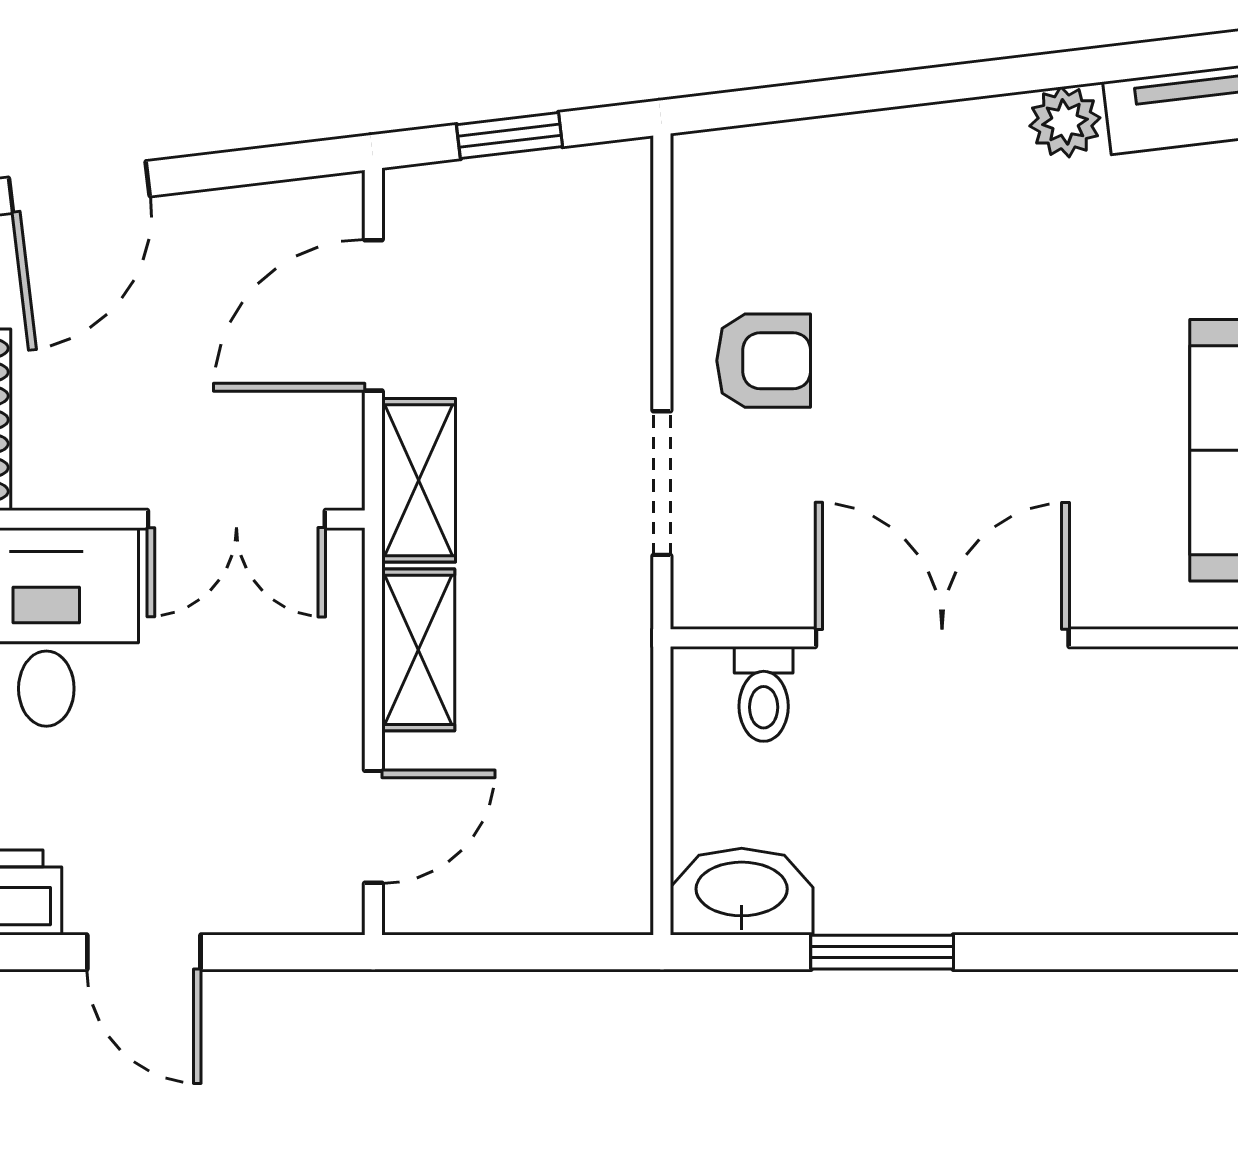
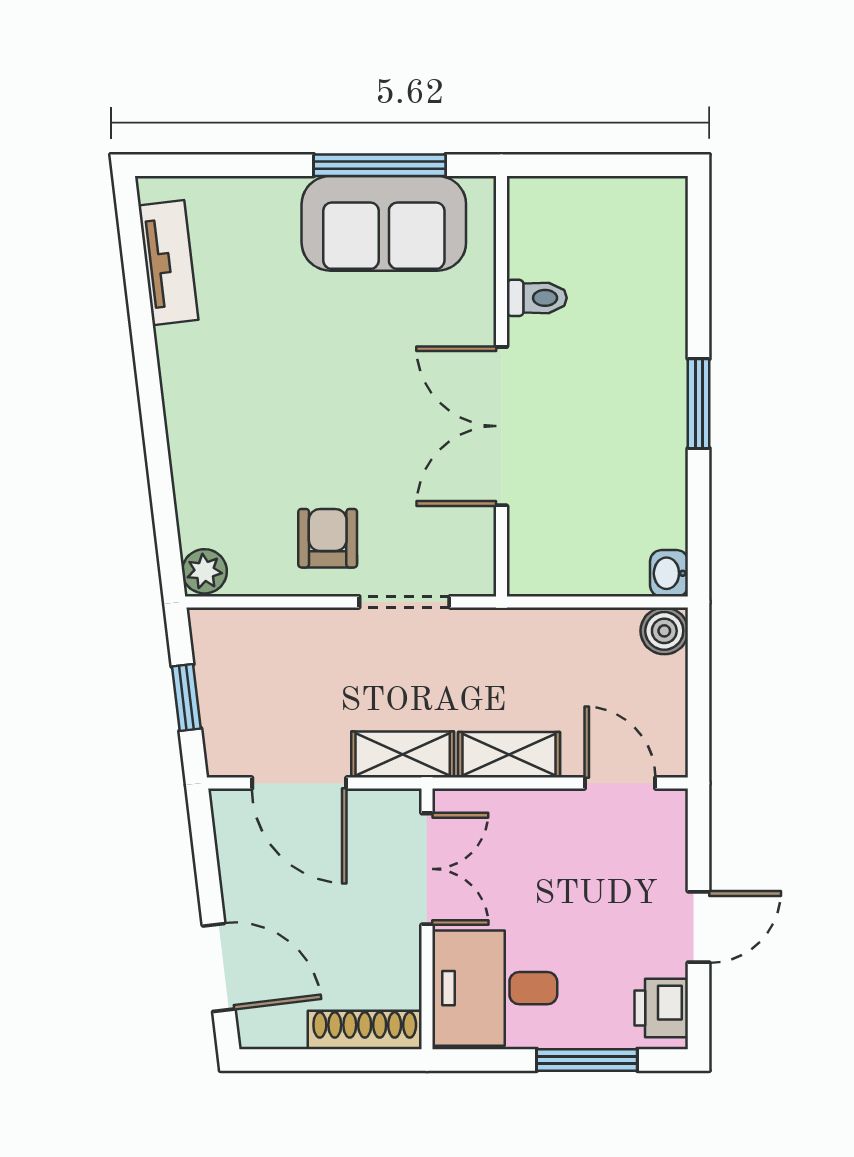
plant: (1065, 122) -> (204, 571), moved
toilet: (764, 694) -> (537, 298), moved
washbasin: (742, 892) -> (669, 573), width x0.52, depth x0.69
boiler: (616, 897) -> (664, 631), added
window: (882, 952) -> (699, 404), moved

